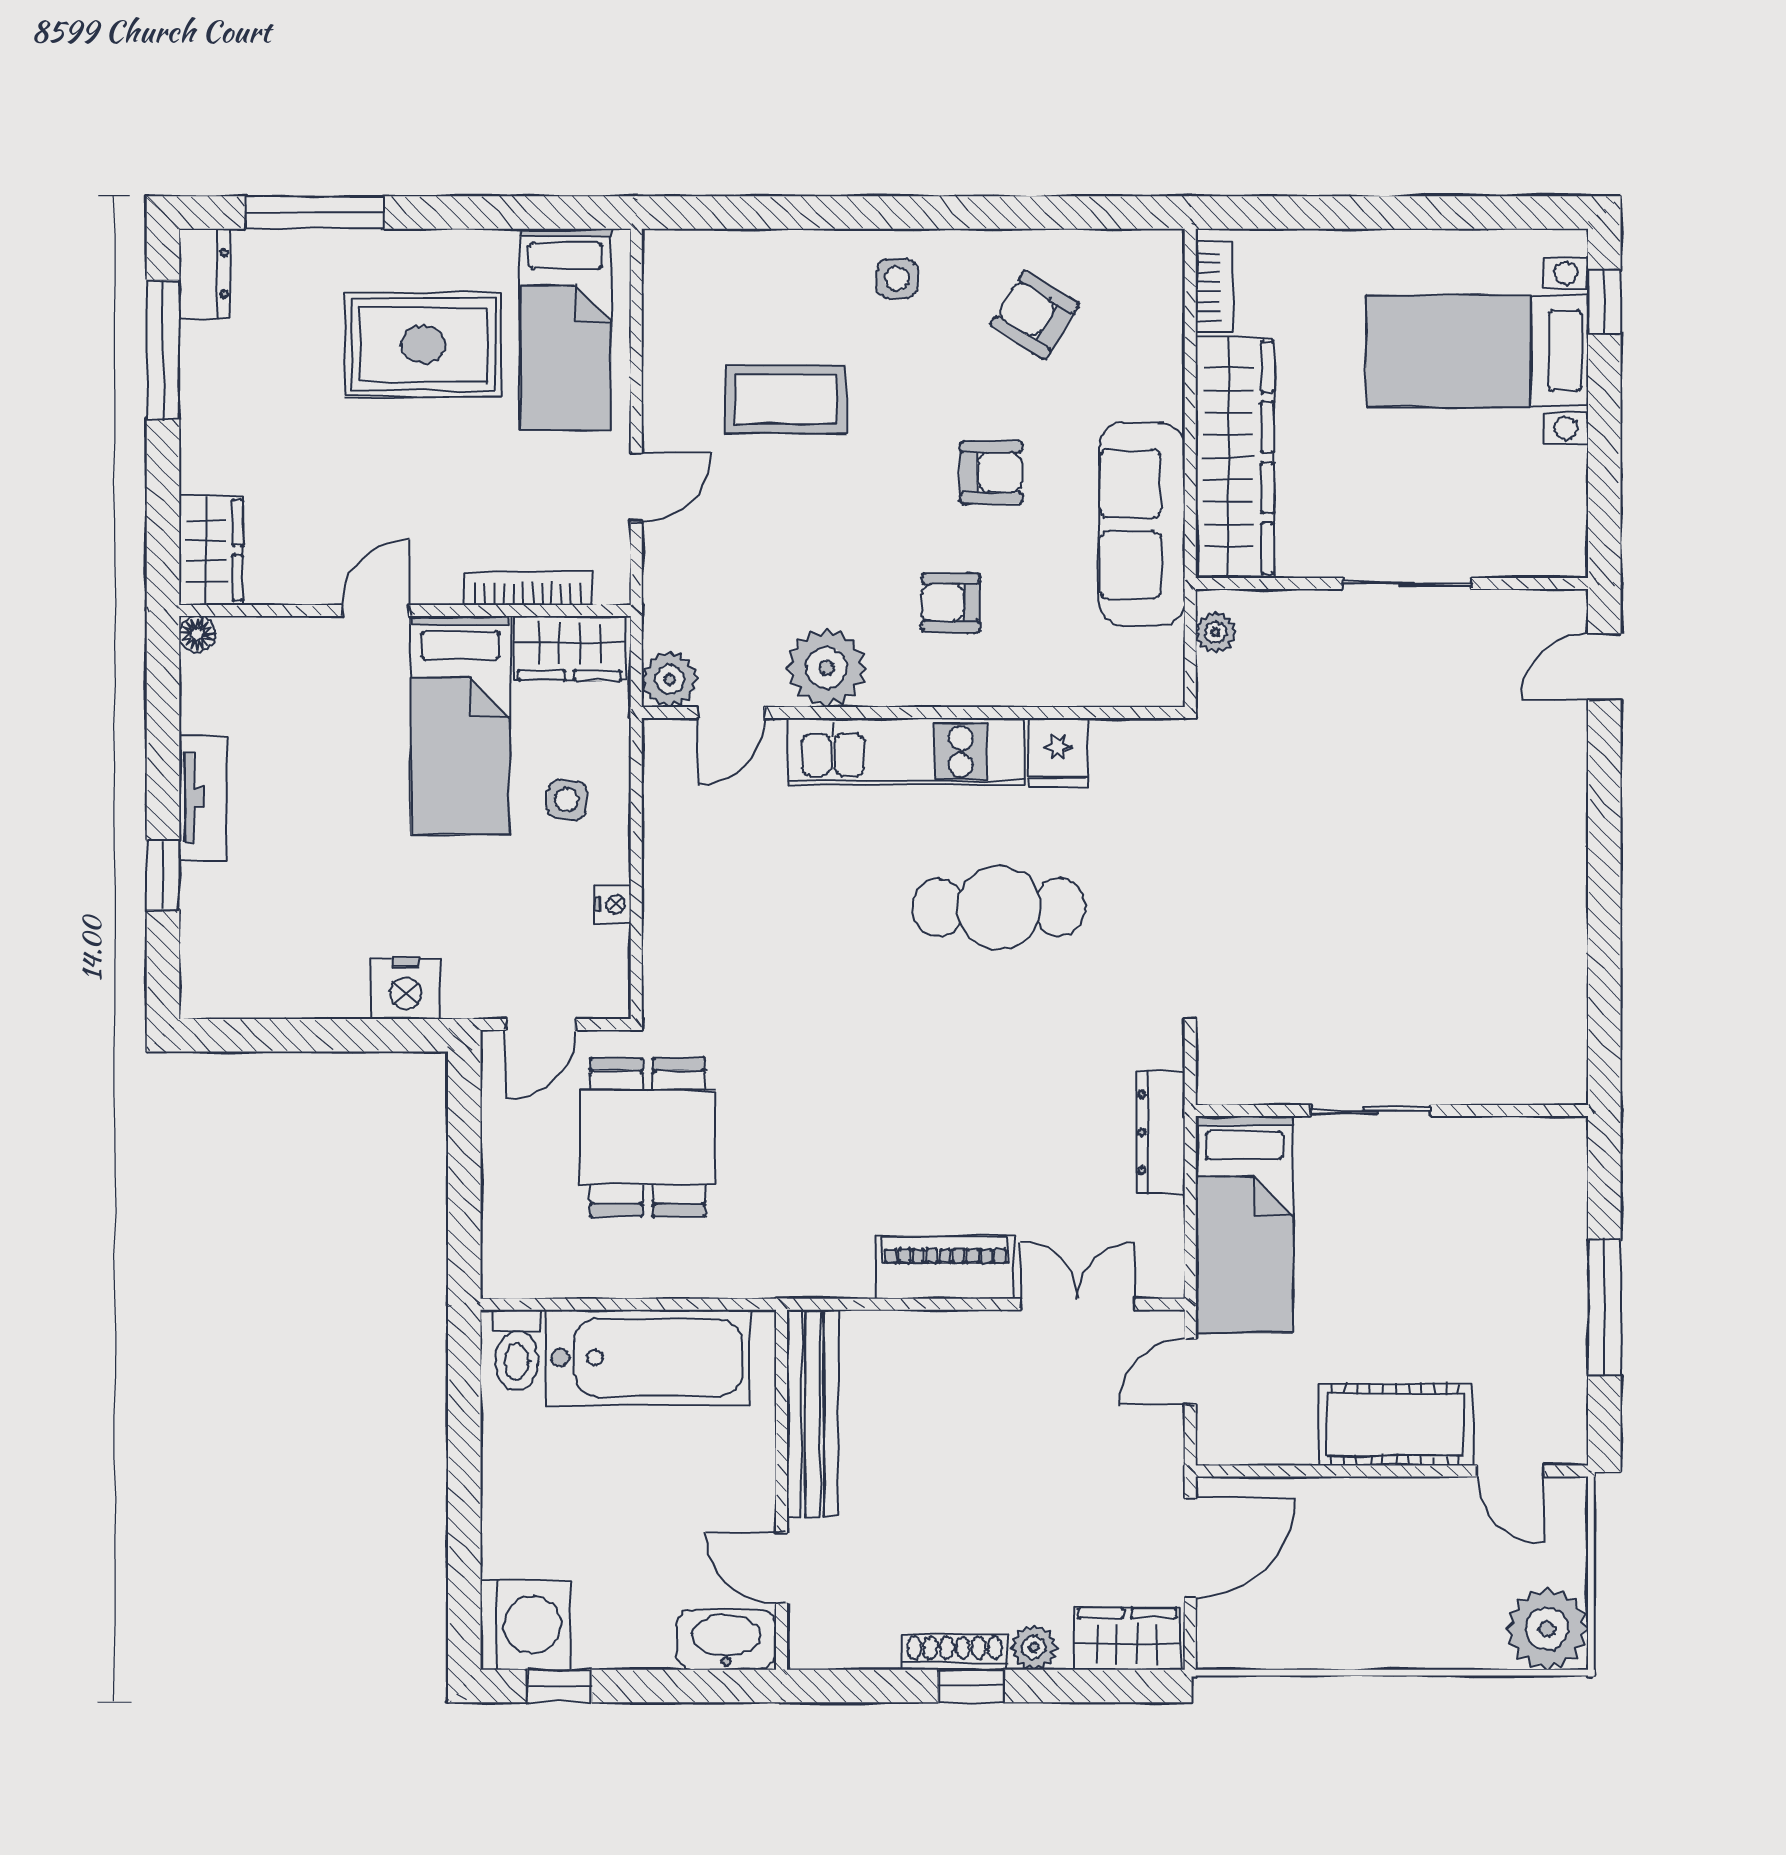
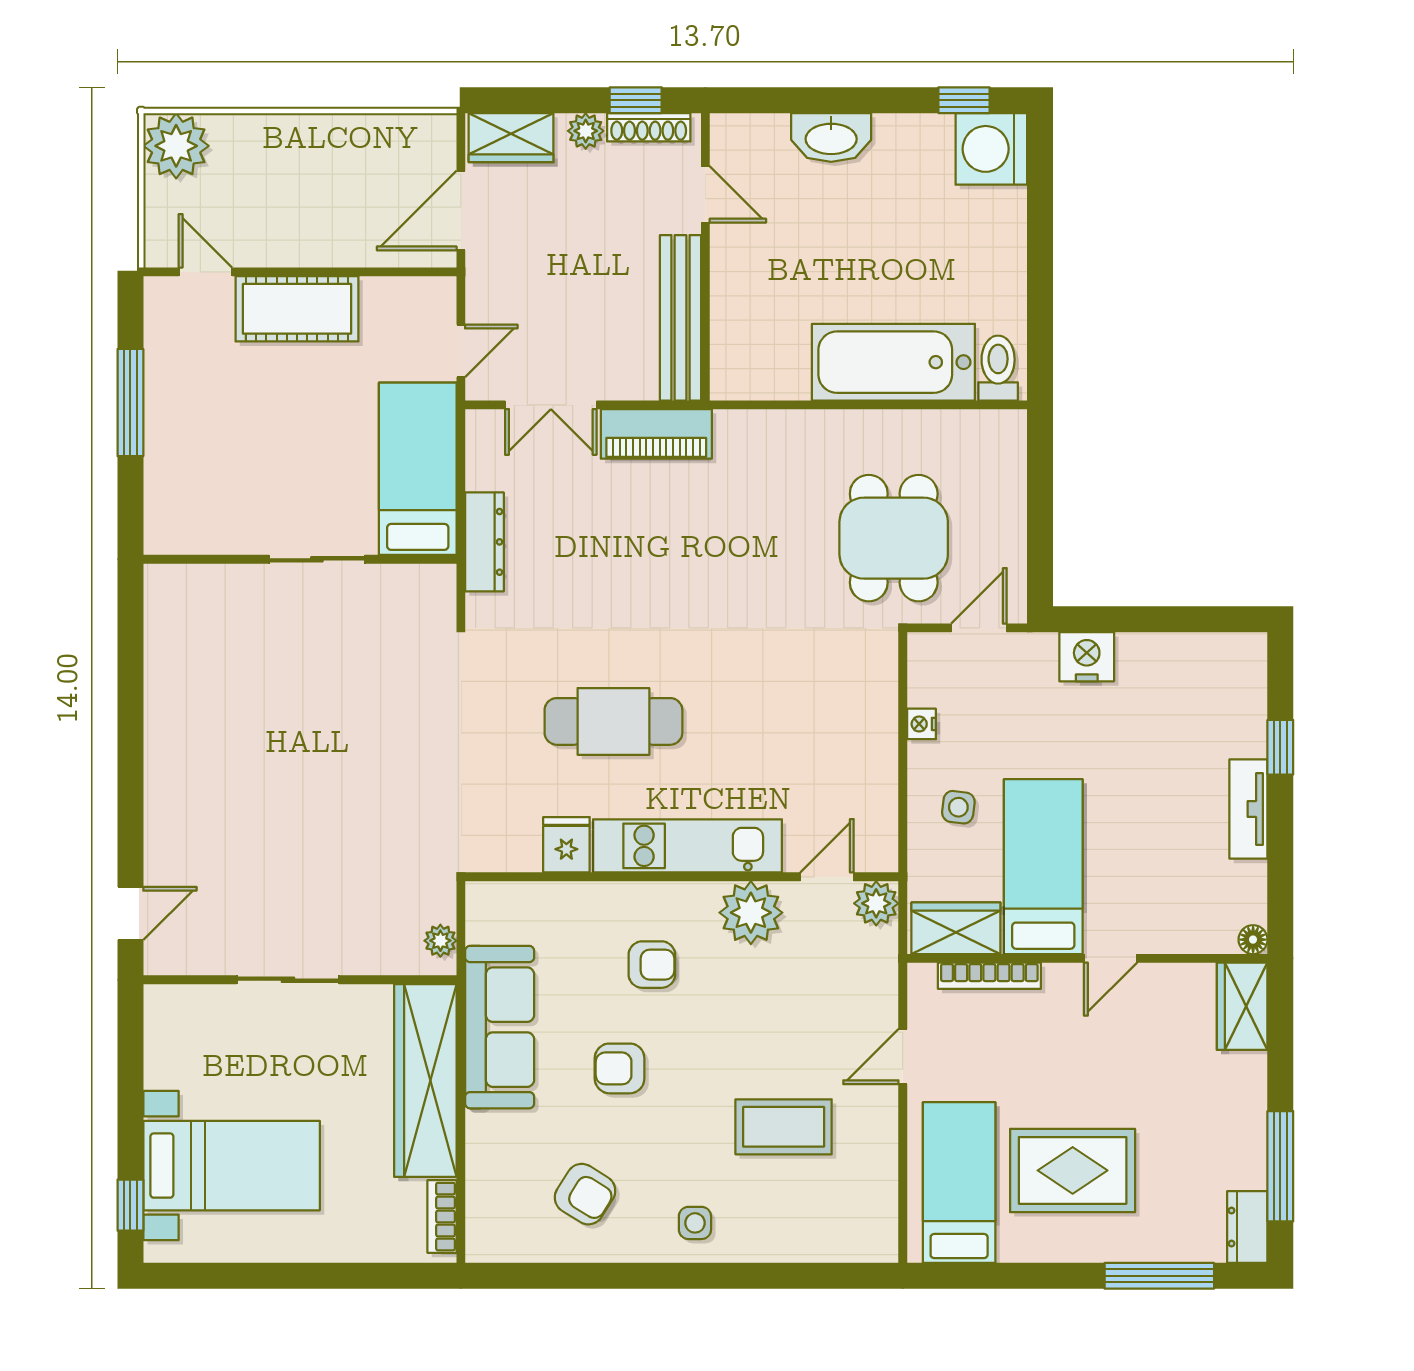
bench: (813, 1413) -> (681, 318), moved
wall: (781, 1490) -> (705, 257), moved
door: (781, 1568) -> (705, 194), moved

